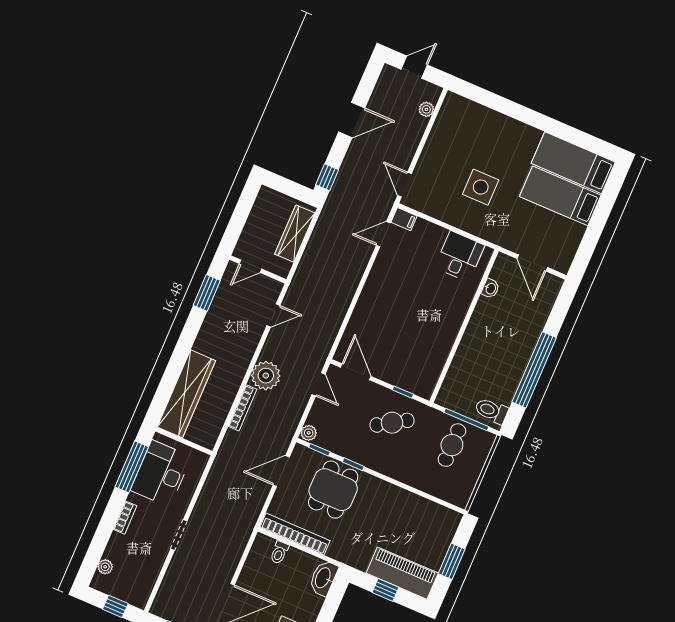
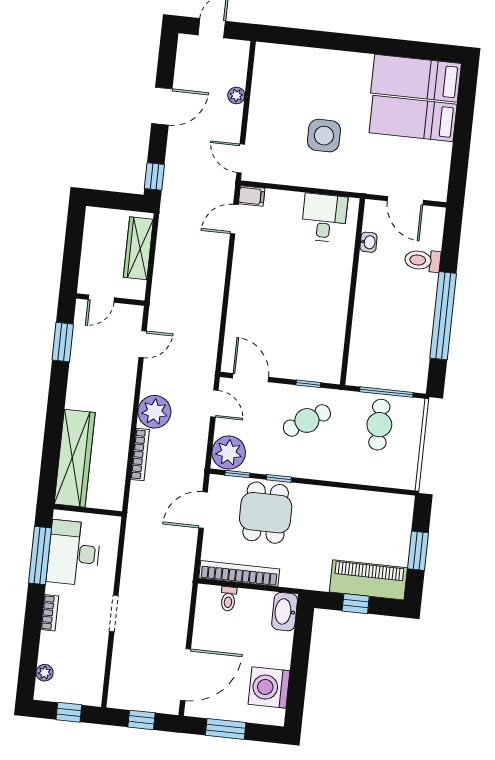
plant: (426, 109) -> (236, 95), moved
toilet: (491, 411) -> (423, 260), moved
plant: (309, 433) -> (229, 453), width x1.87, depth x1.87

